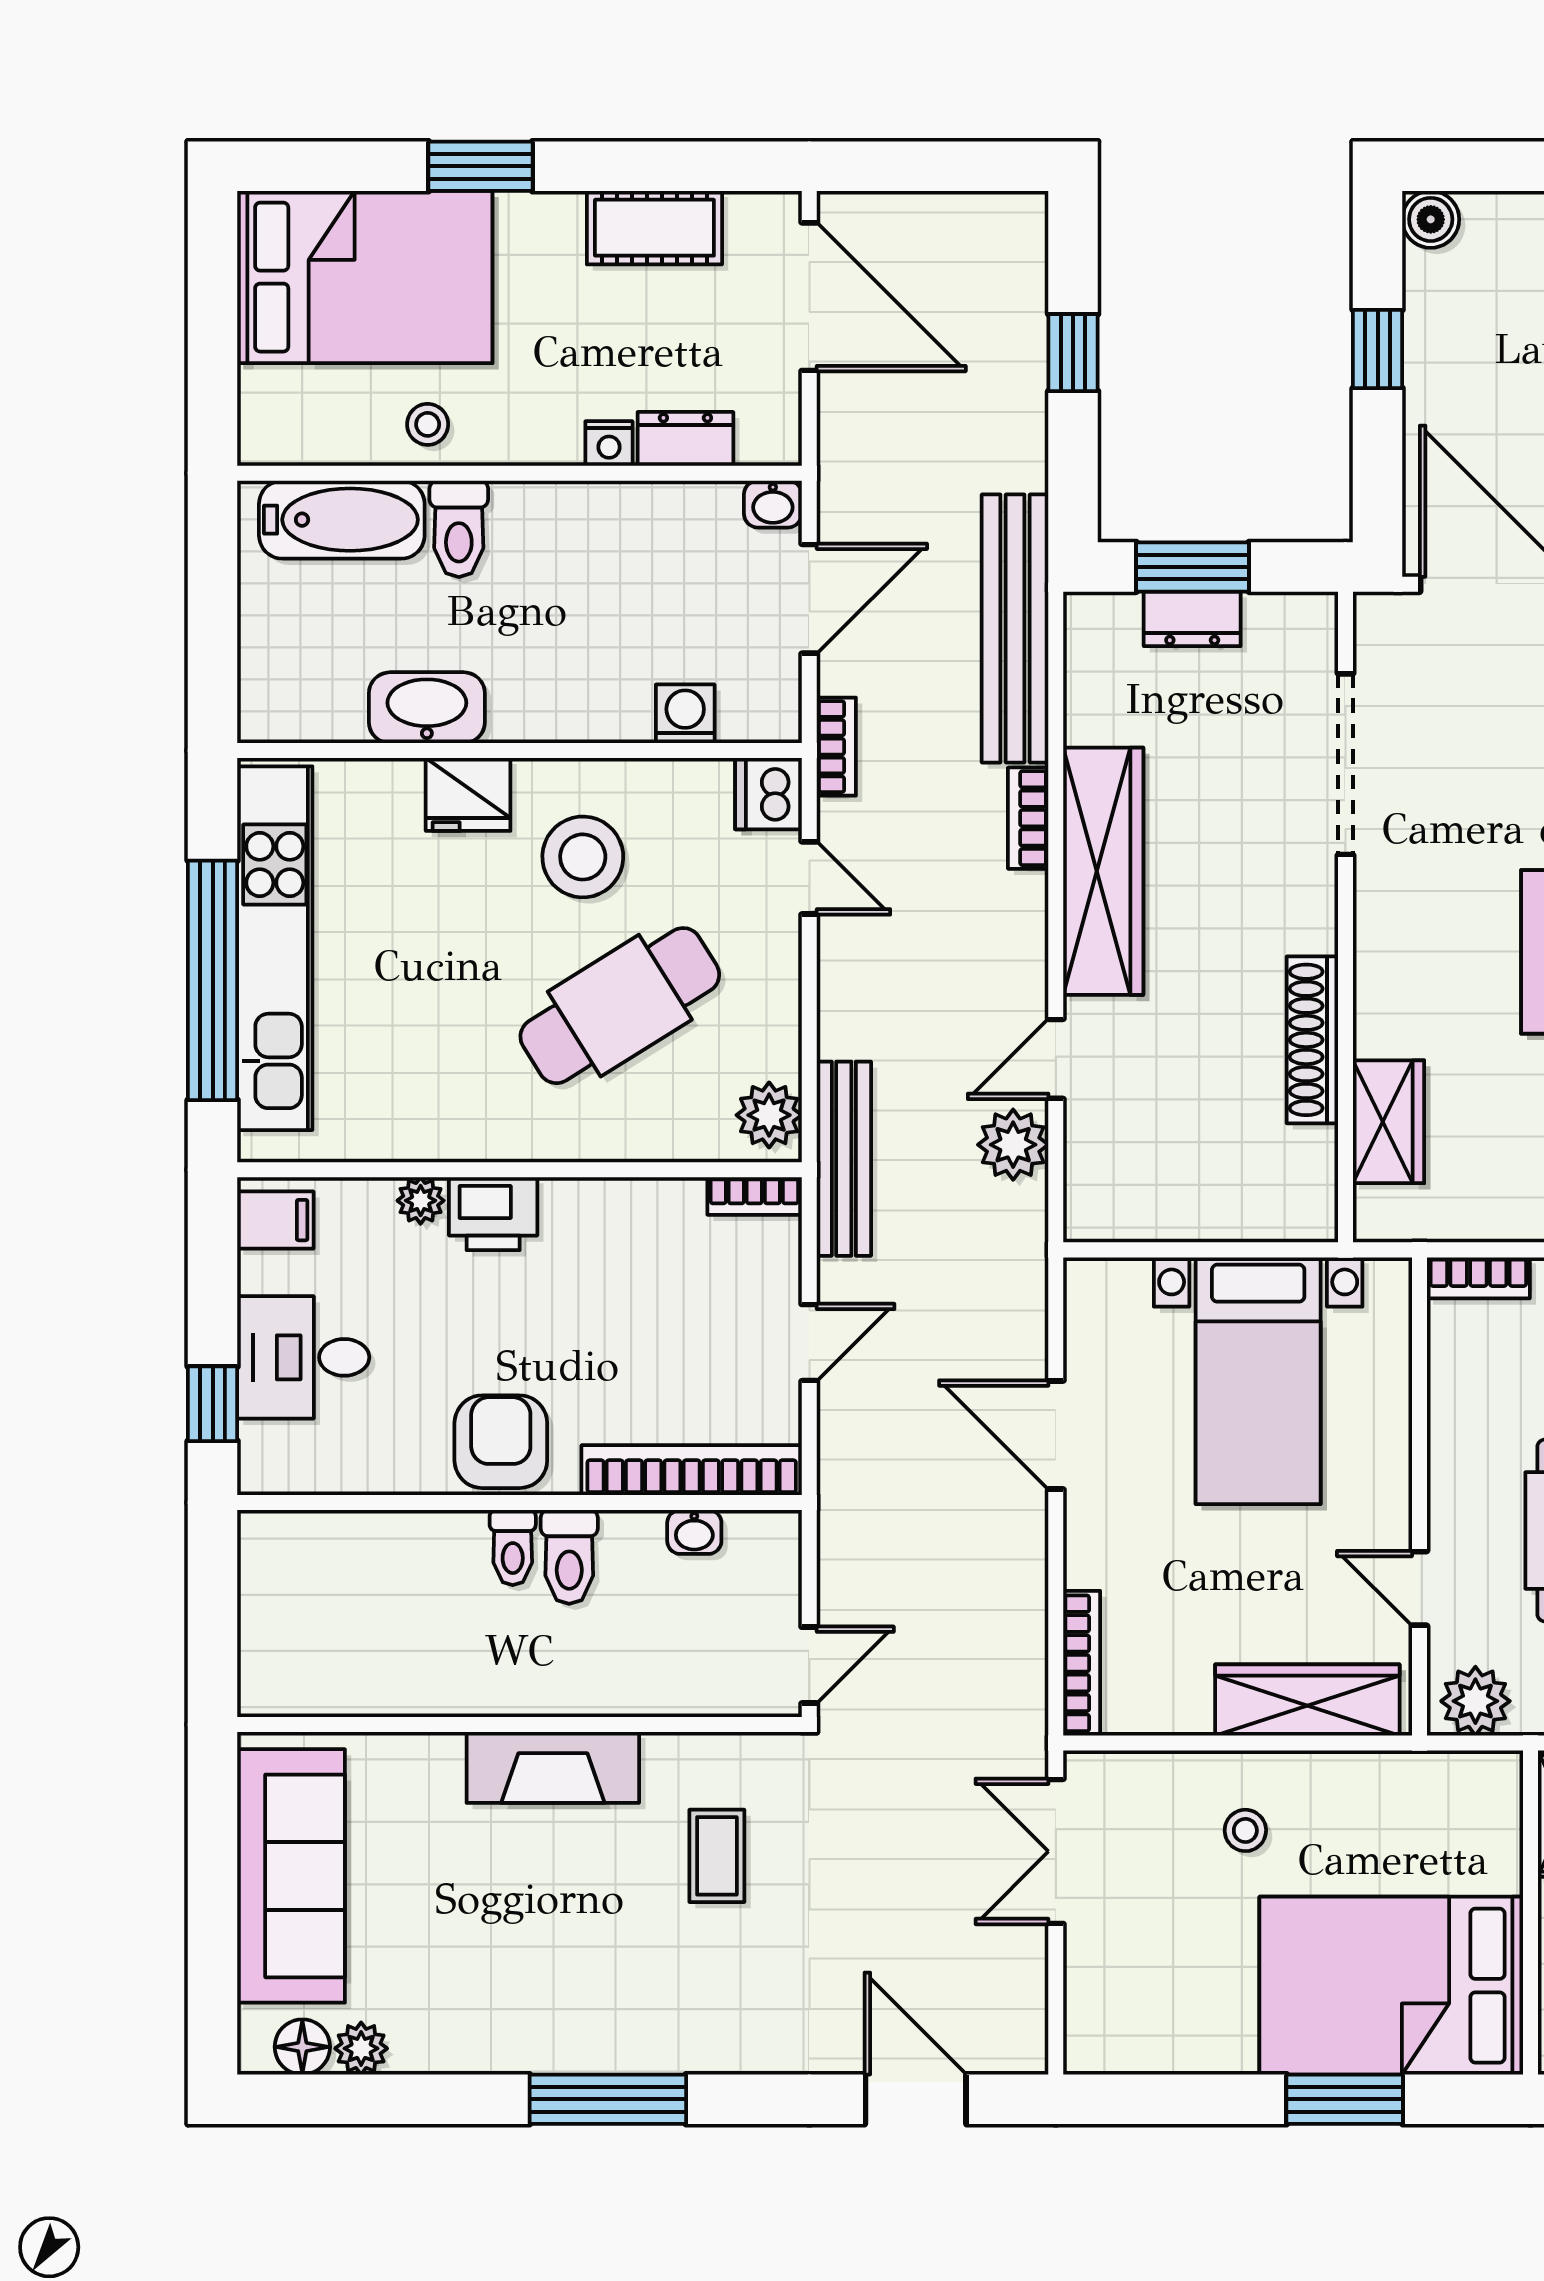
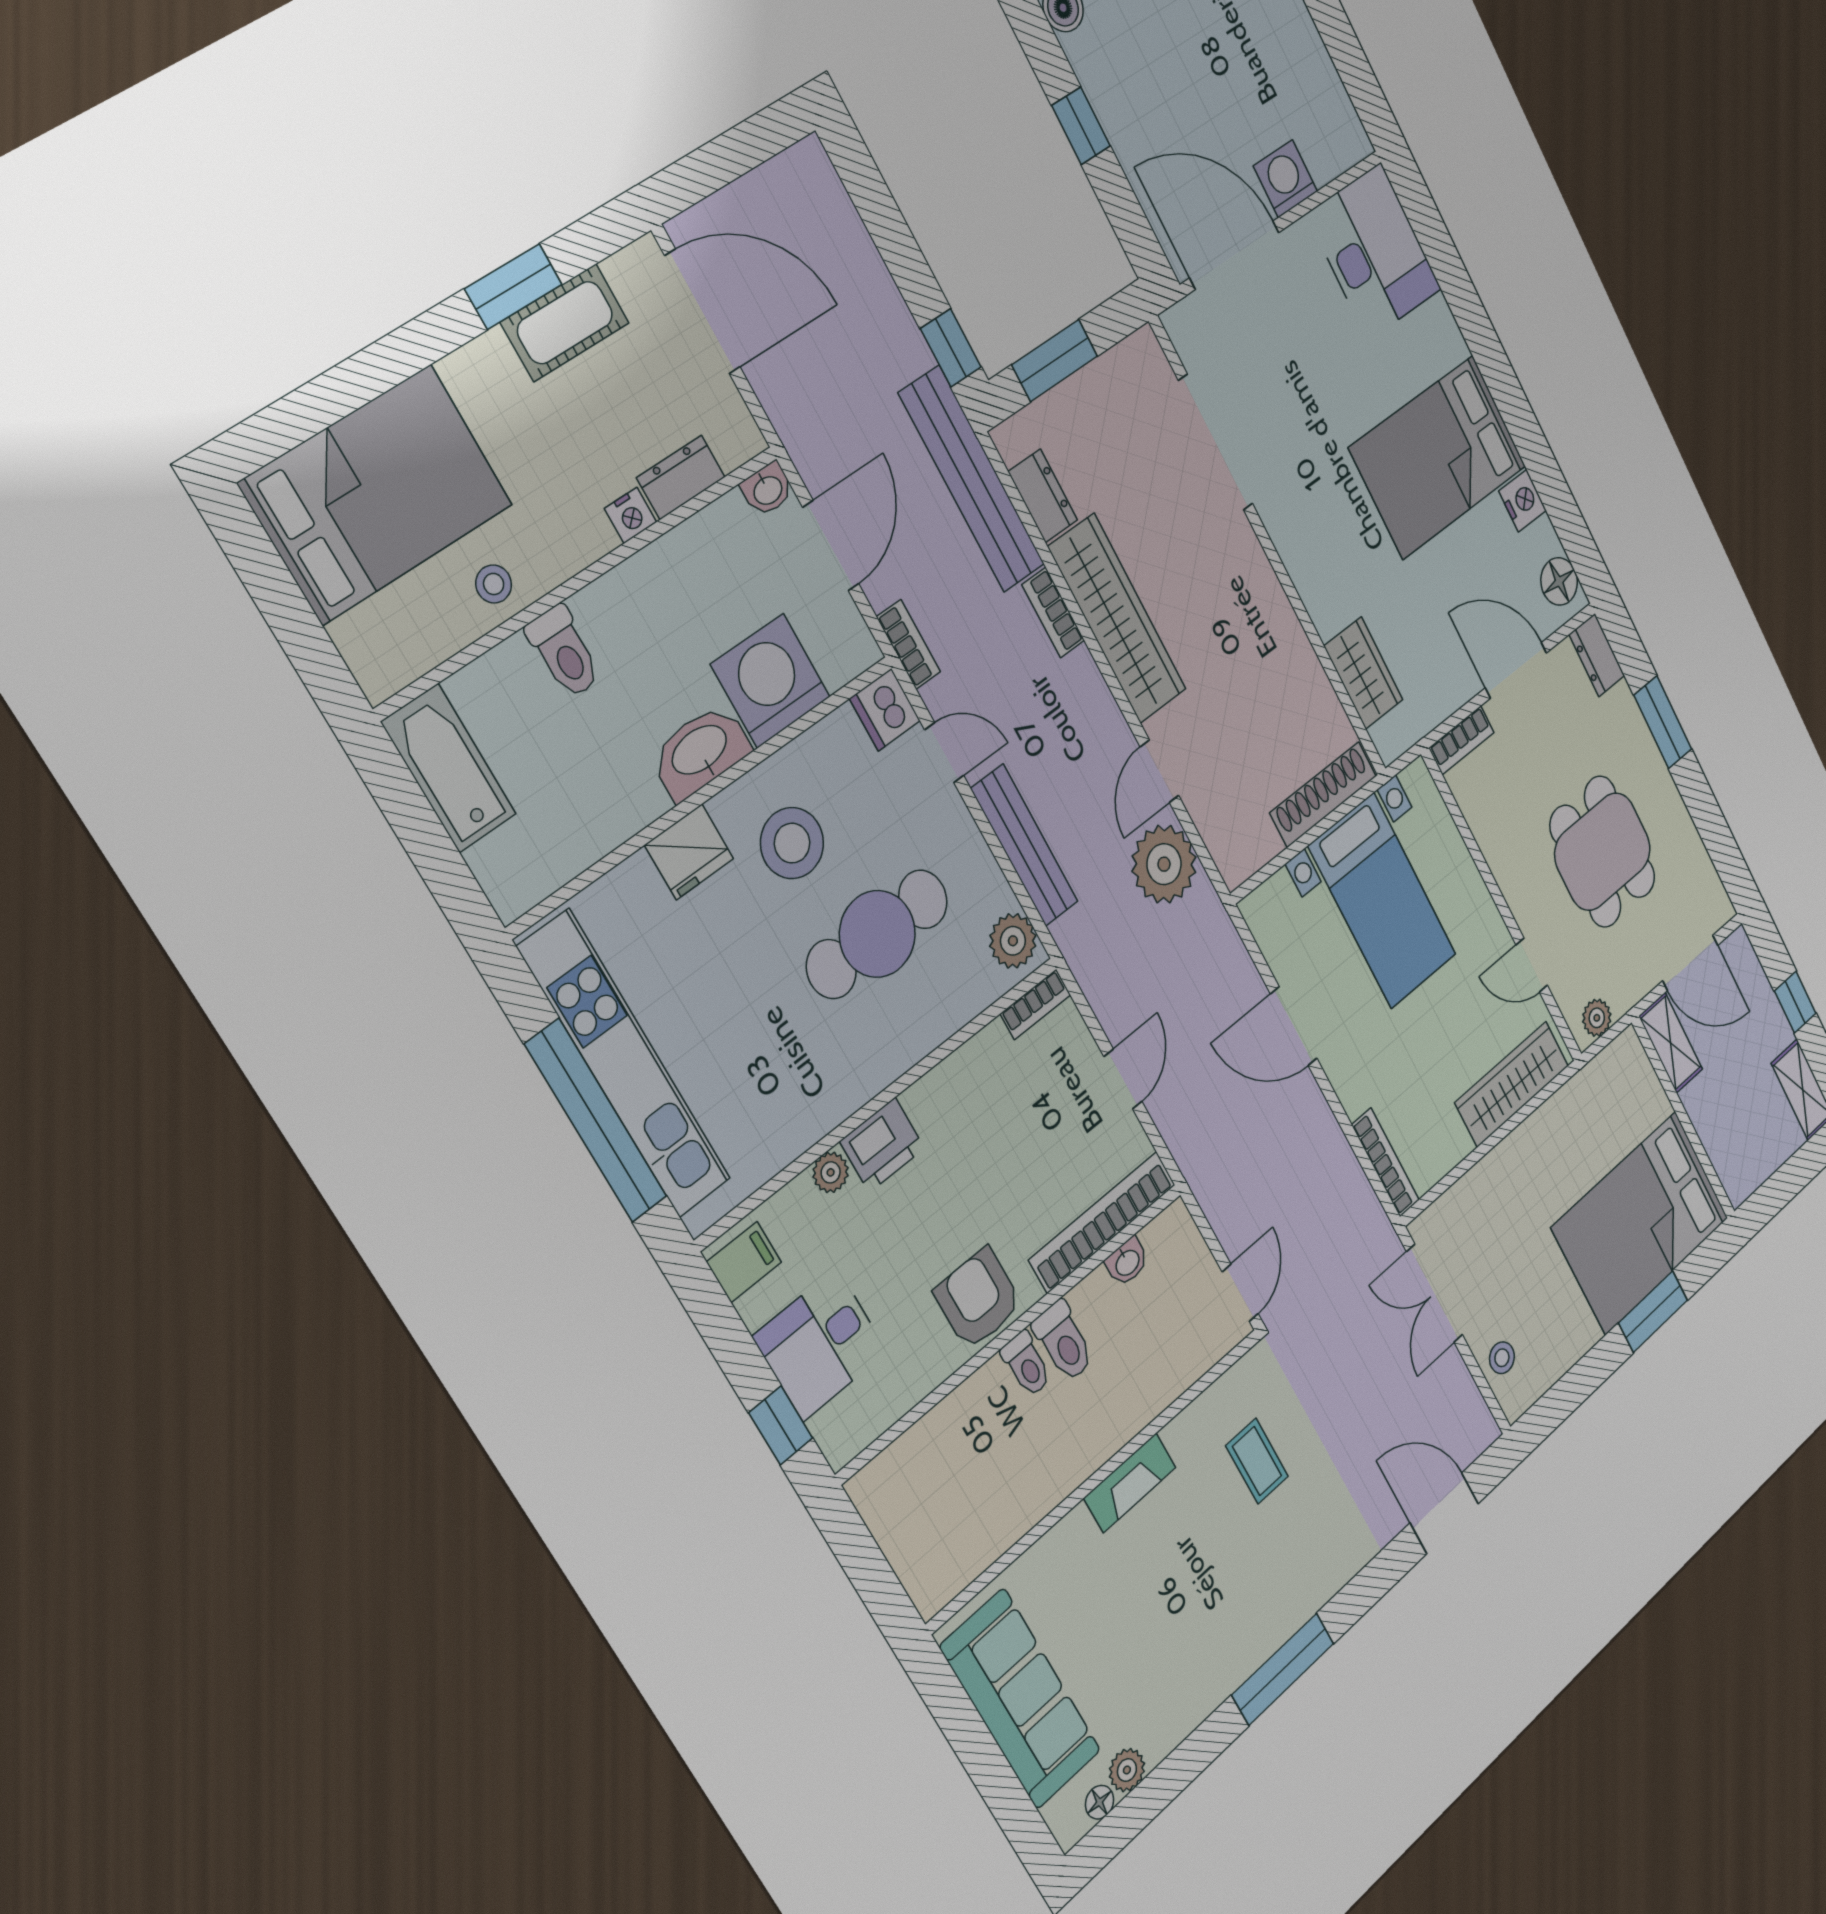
window: (480, 166) -> (513, 287), moved
window: (1073, 353) -> (951, 348), moved
bathtub: (342, 520) -> (449, 768), moved, turned -90
dresser: (1192, 619) -> (1043, 496), moved, turned -90
washbasin: (427, 708) -> (700, 751), moved
washing machine: (685, 714) -> (770, 681), width x1.89, depth x1.89
cafe table: (620, 1006) -> (877, 934), turned 32
shoe rack: (1312, 1040) -> (1323, 794), moved, turned 90
plant: (1013, 1145) -> (1164, 864), width x1.36, depth x1.36
bench: (844, 1159) -> (1024, 845), moved
plant: (1475, 1701) -> (1597, 1018), width x0.73, depth x0.73
fireplace: (553, 1767) -> (1130, 1483), width x0.73, depth x0.76
stool: (1245, 1830) -> (1502, 1358), moved
floor lamp: (302, 2047) -> (1100, 1802), width x0.73, depth x0.73

